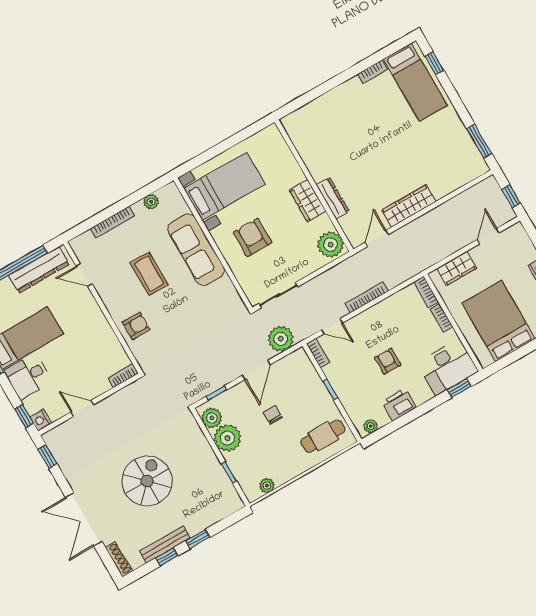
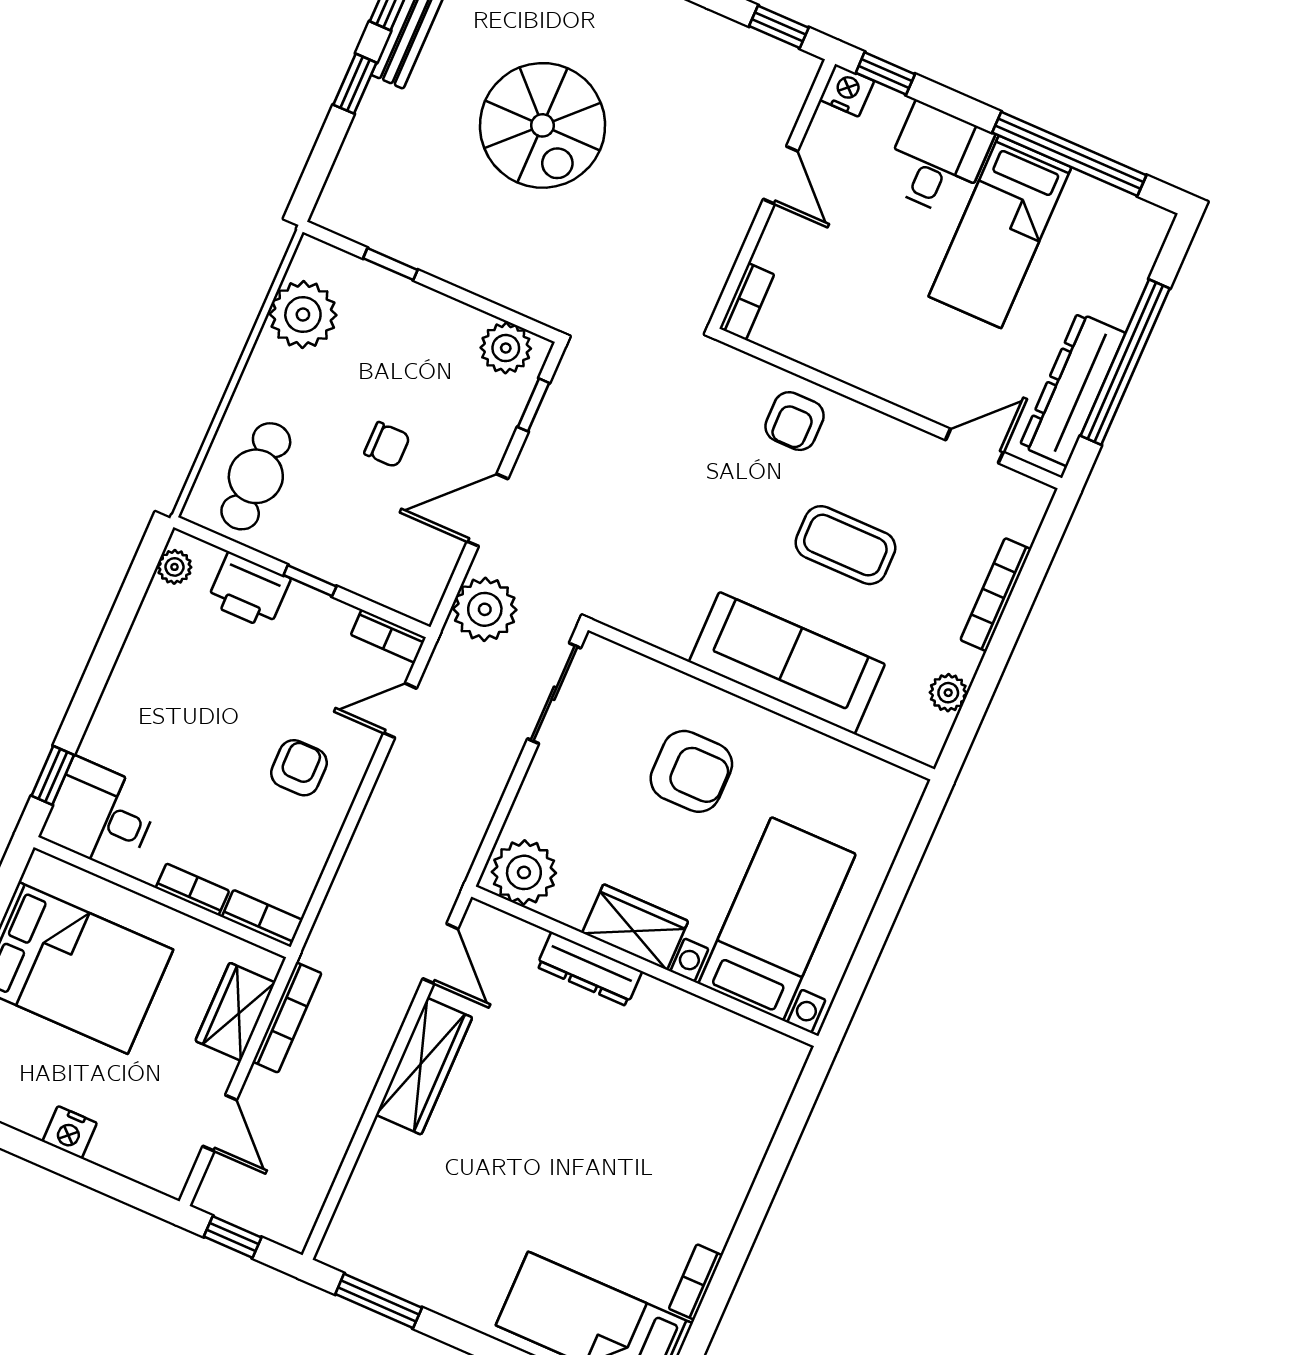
bed with nightstands: (224, 186) -> (777, 919), moved, turned 180
bookcase: (367, 297) -> (287, 1017), moved
armchair: (388, 361) -> (299, 768), moved, turned -90
desk: (448, 367) -> (100, 815), width x0.73
door: (256, 370) -> (488, 510), hinge flipped
printer: (399, 405) -> (249, 591), moved, turned 90
door: (82, 408) -> (780, 175), hinge flipped
plant: (227, 438) -> (445, 331), removed
plant: (267, 486) -> (303, 315), width x1.87, depth x1.87

